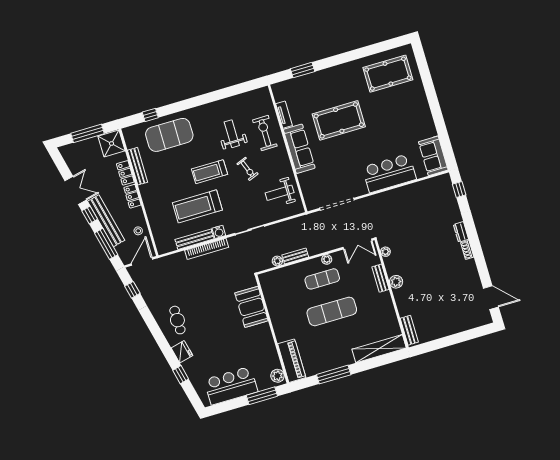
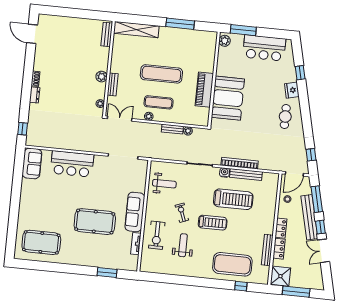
weight bench: (232, 134) -> (183, 245), turned 180
booth: (251, 307) -> (228, 98), width x1.36, depth x1.42
piano: (292, 361) -> (204, 90), moved

